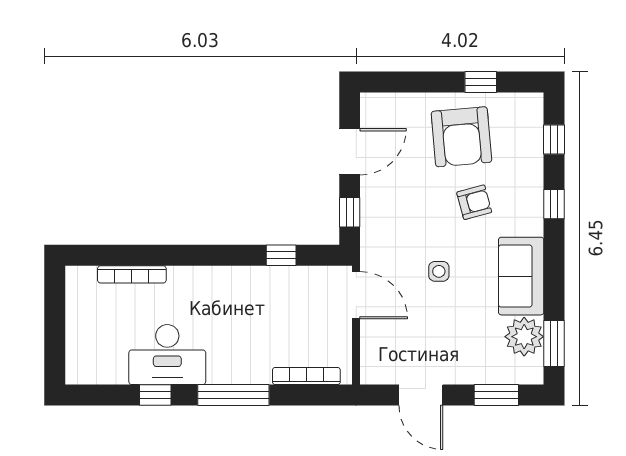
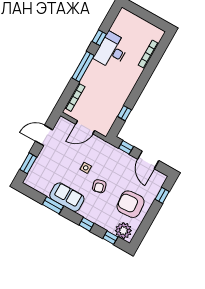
window: (481, 82) -> (162, 195), moved
armchair: (474, 202) -> (99, 186), moved
door: (356, 295) -> (85, 127), moved
plant: (524, 337) -> (123, 231), moved
window: (554, 344) -> (53, 205), moved

